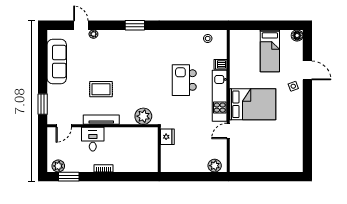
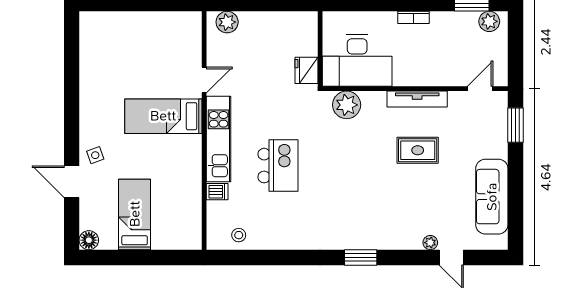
bed: (253, 104) -> (163, 116), width x0.67
desk: (93, 139) -> (357, 60), moved, width x1.87, depth x1.30

